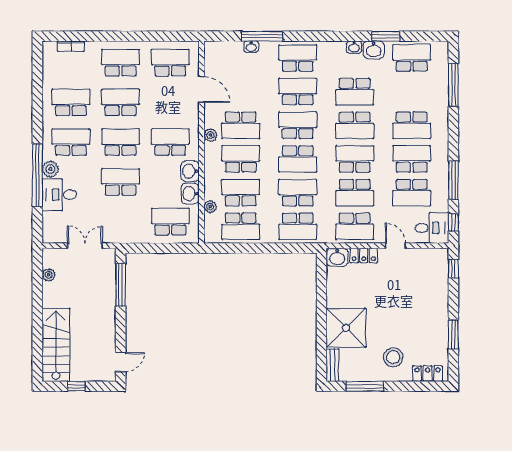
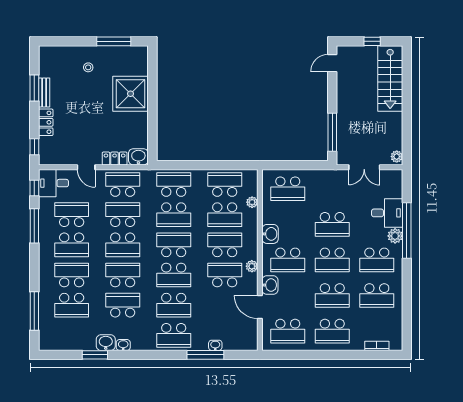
school desk: (412, 58) -> (72, 305), moved
school desk: (241, 159) -> (225, 245), turned 180
washbasin: (190, 194) -> (270, 285), moved
plant: (49, 275) -> (397, 157), moved
stool: (393, 357) -> (88, 67), width x0.53, depth x0.53
bench: (332, 365) -> (44, 92), moved
locker: (428, 374) -> (46, 122), moved, turned -90

